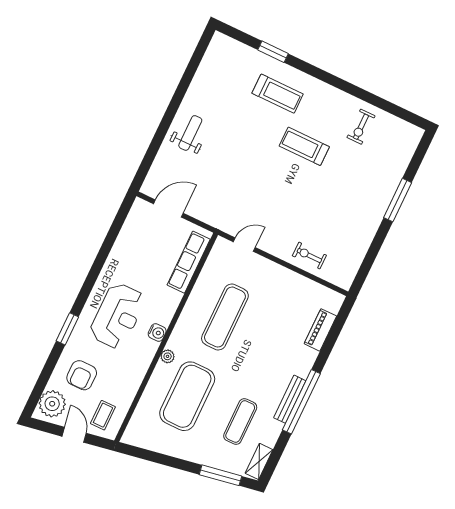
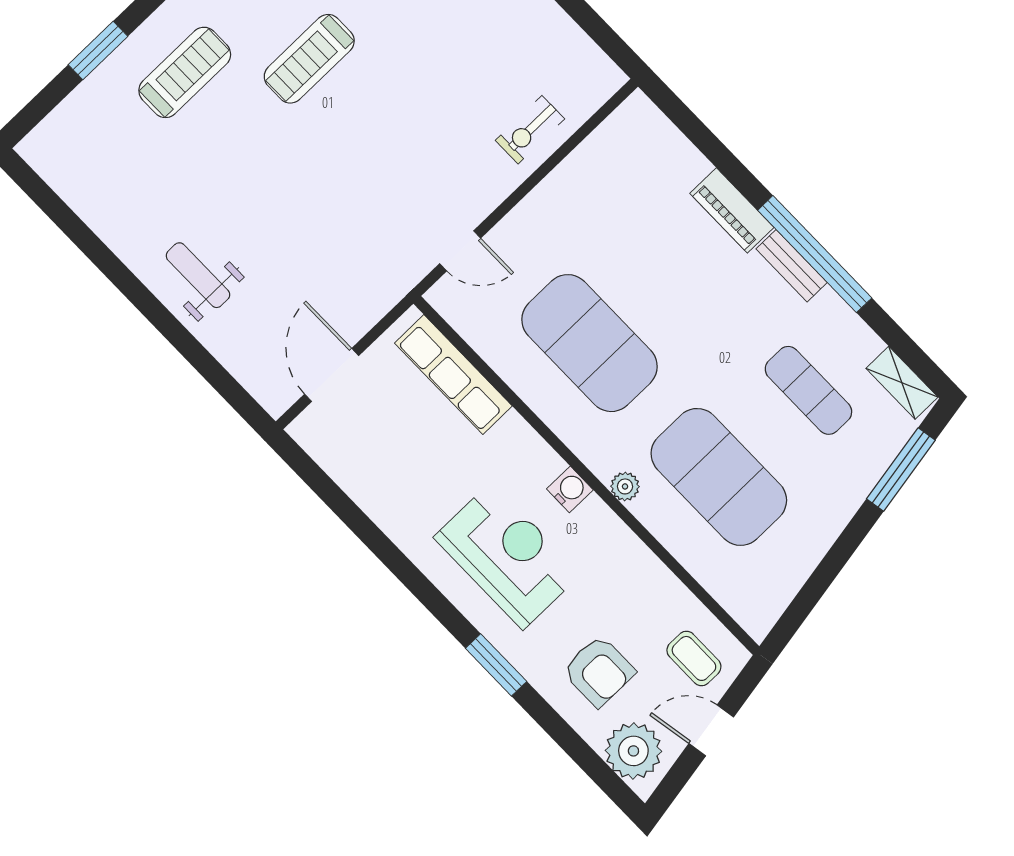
door: (244, 245) -> (460, 251), swing flipped
exercise mat: (225, 317) -> (589, 343), width x1.47
piano: (320, 330) -> (732, 210), moved
bench: (290, 399) -> (792, 266), width x0.73

